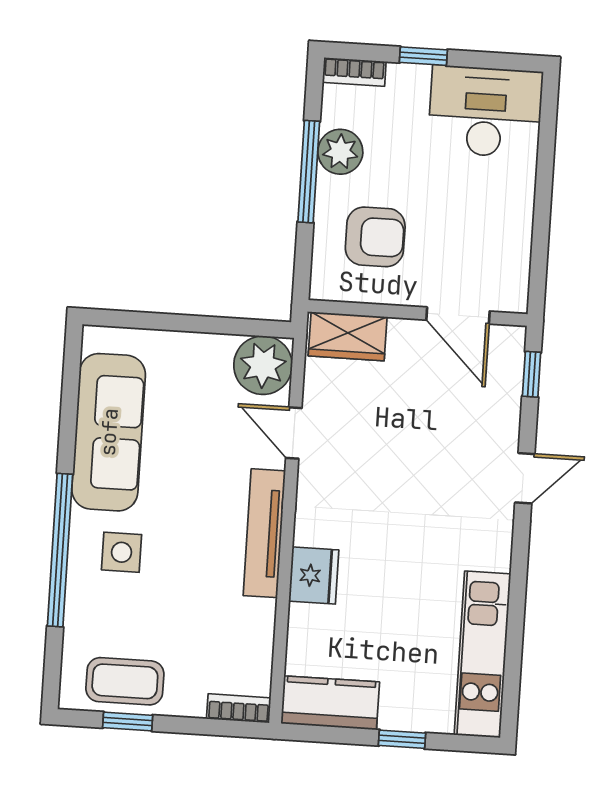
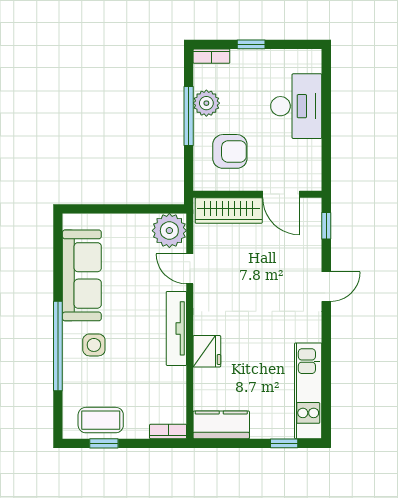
desk: (485, 112) -> (296, 106), moved, turned 90
wardrobe: (348, 336) -> (229, 211), width x1.50
window: (402, 739) -> (284, 443), moved

